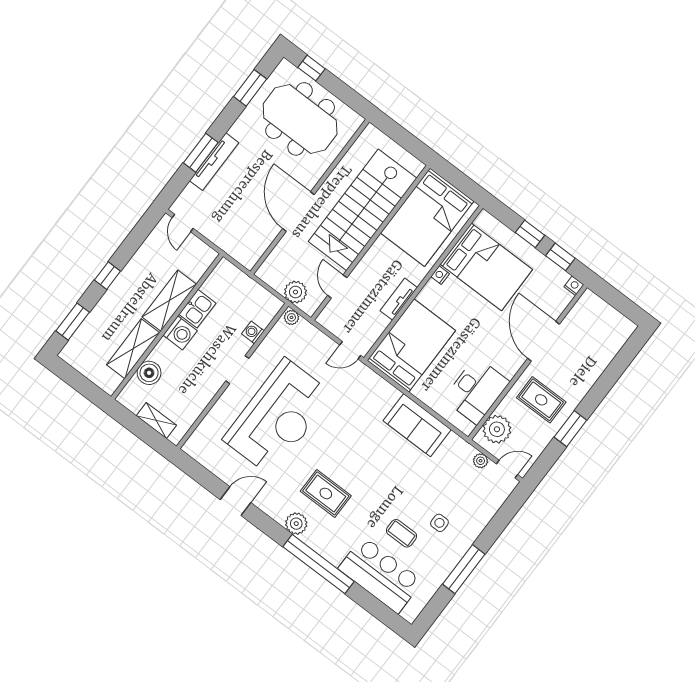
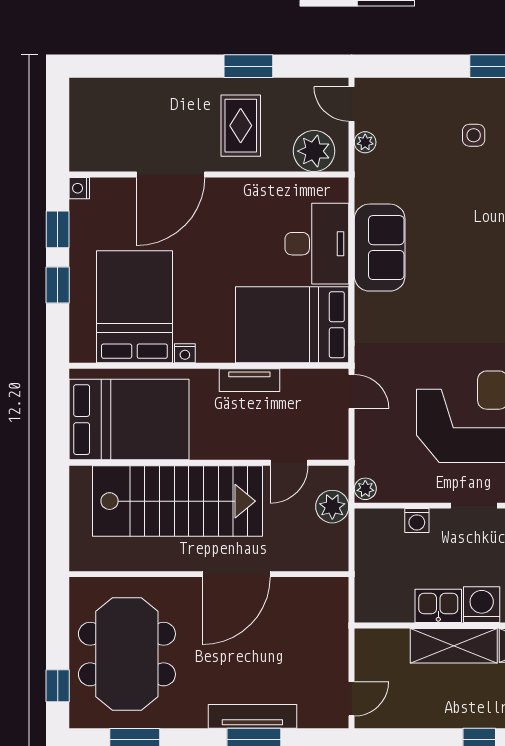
desk: (476, 390) -> (317, 244), moved, turned 90

